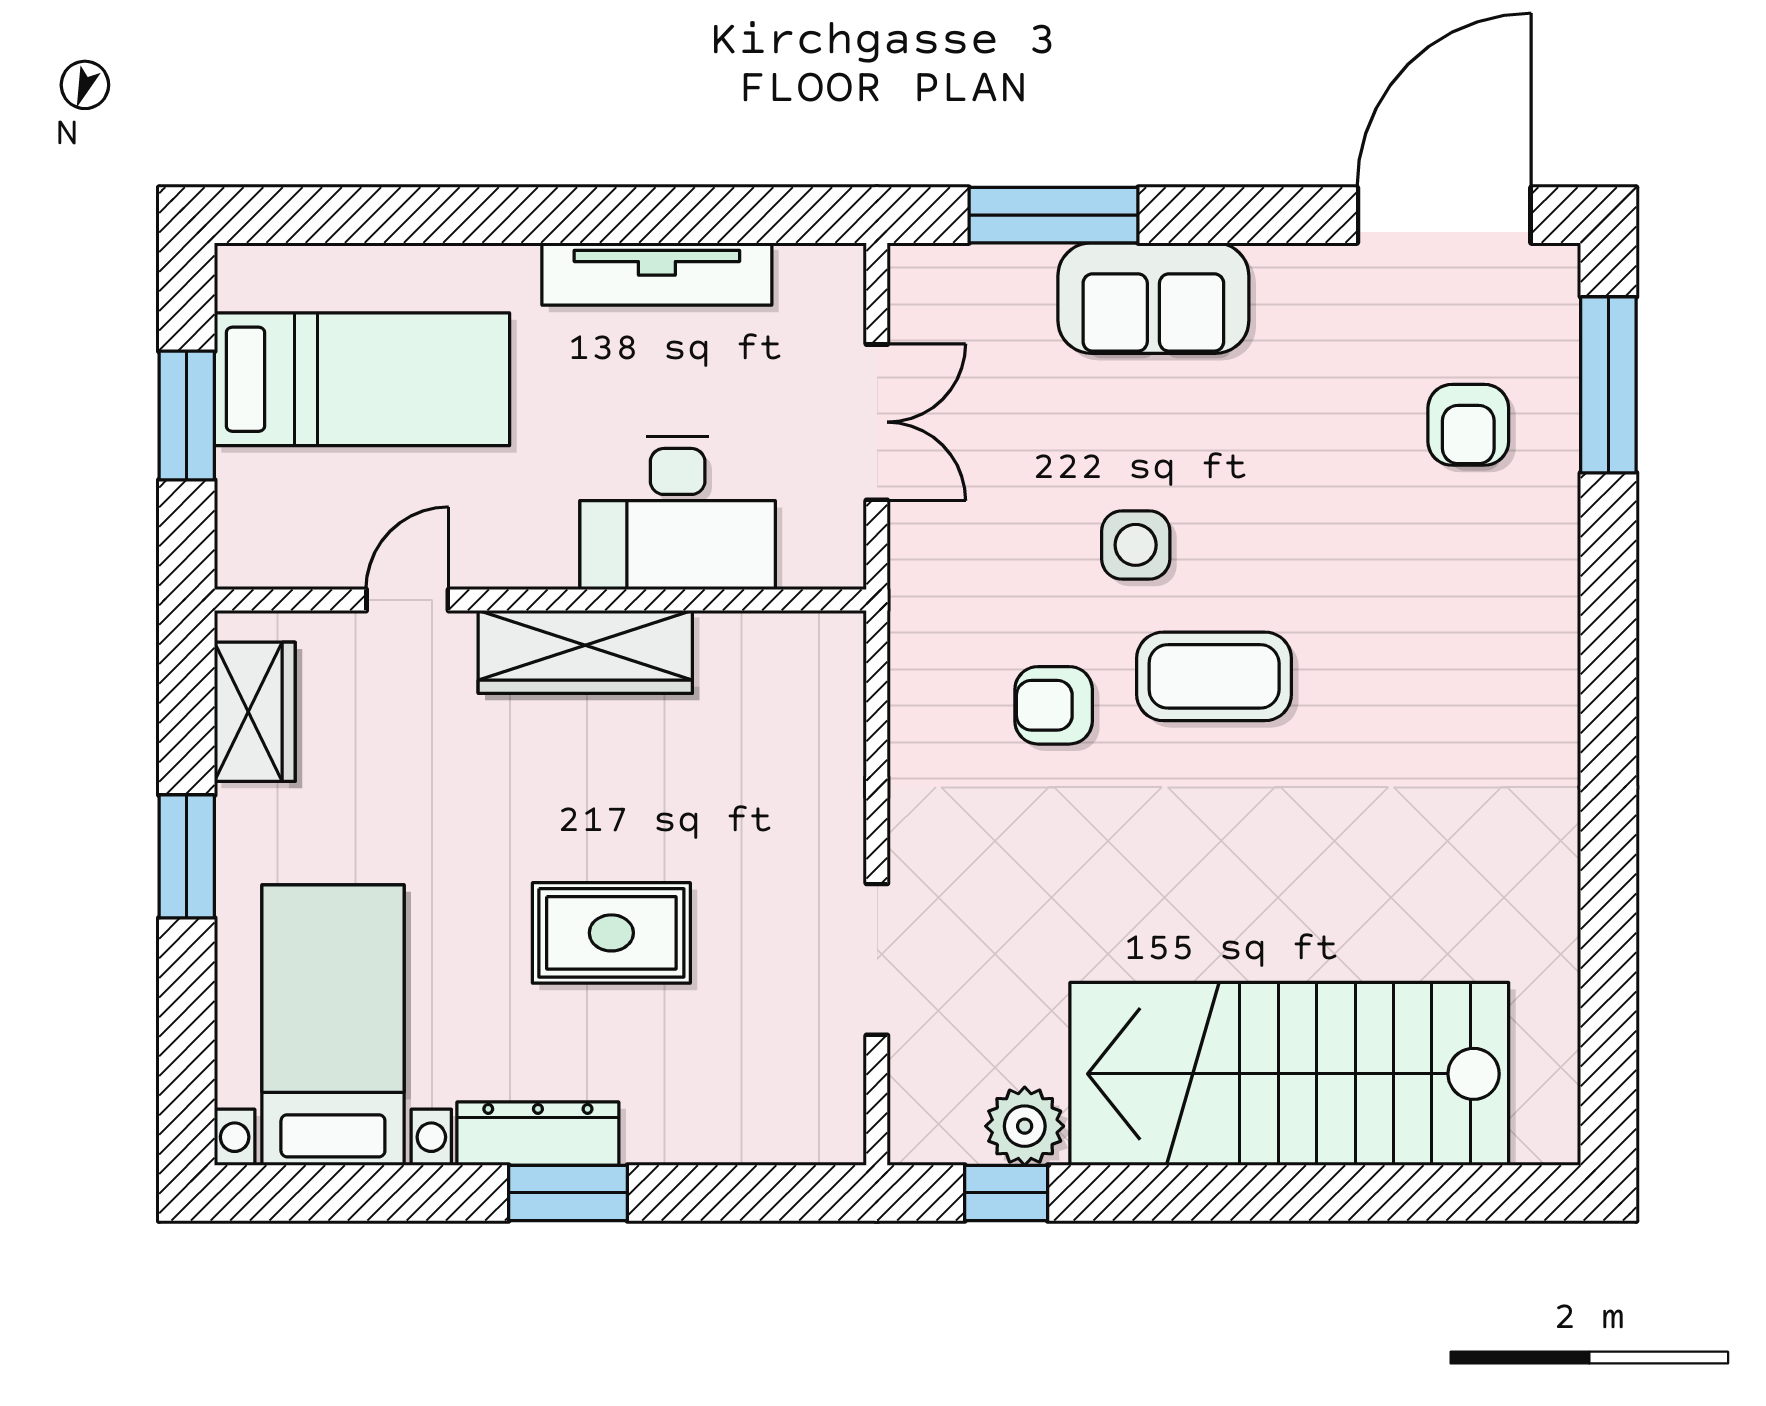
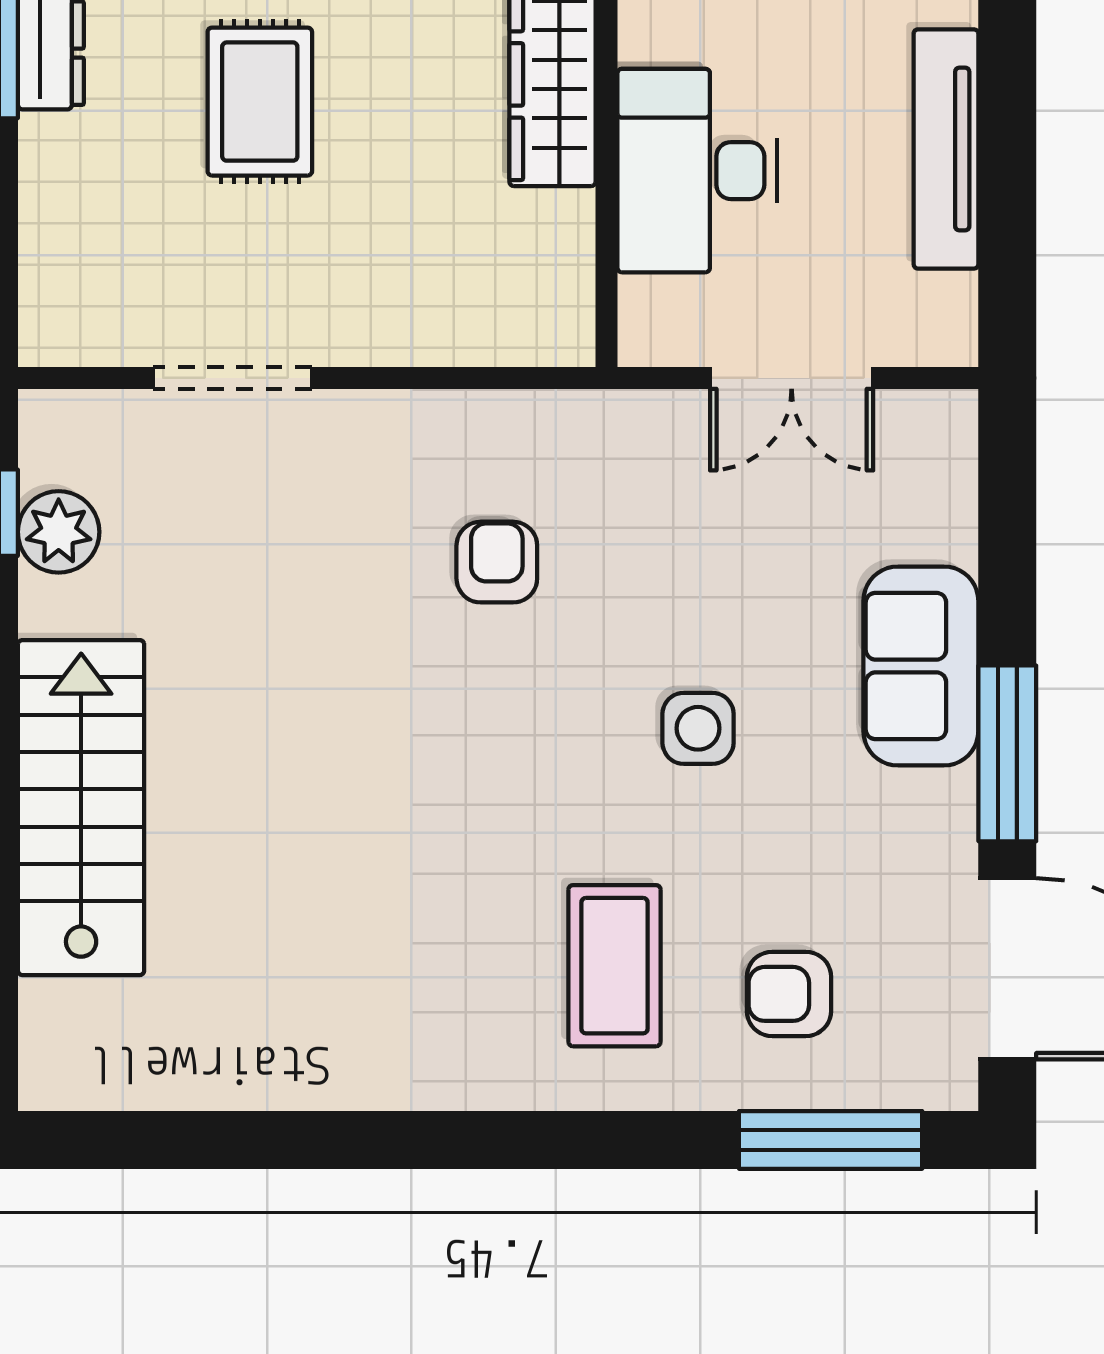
window: (1054, 215) -> (1007, 753), moved
side table: (1136, 545) -> (698, 728), moved
coffee table: (1214, 676) -> (615, 966), moved
stairs: (1289, 1074) -> (81, 808), width x0.73, depth x0.66

